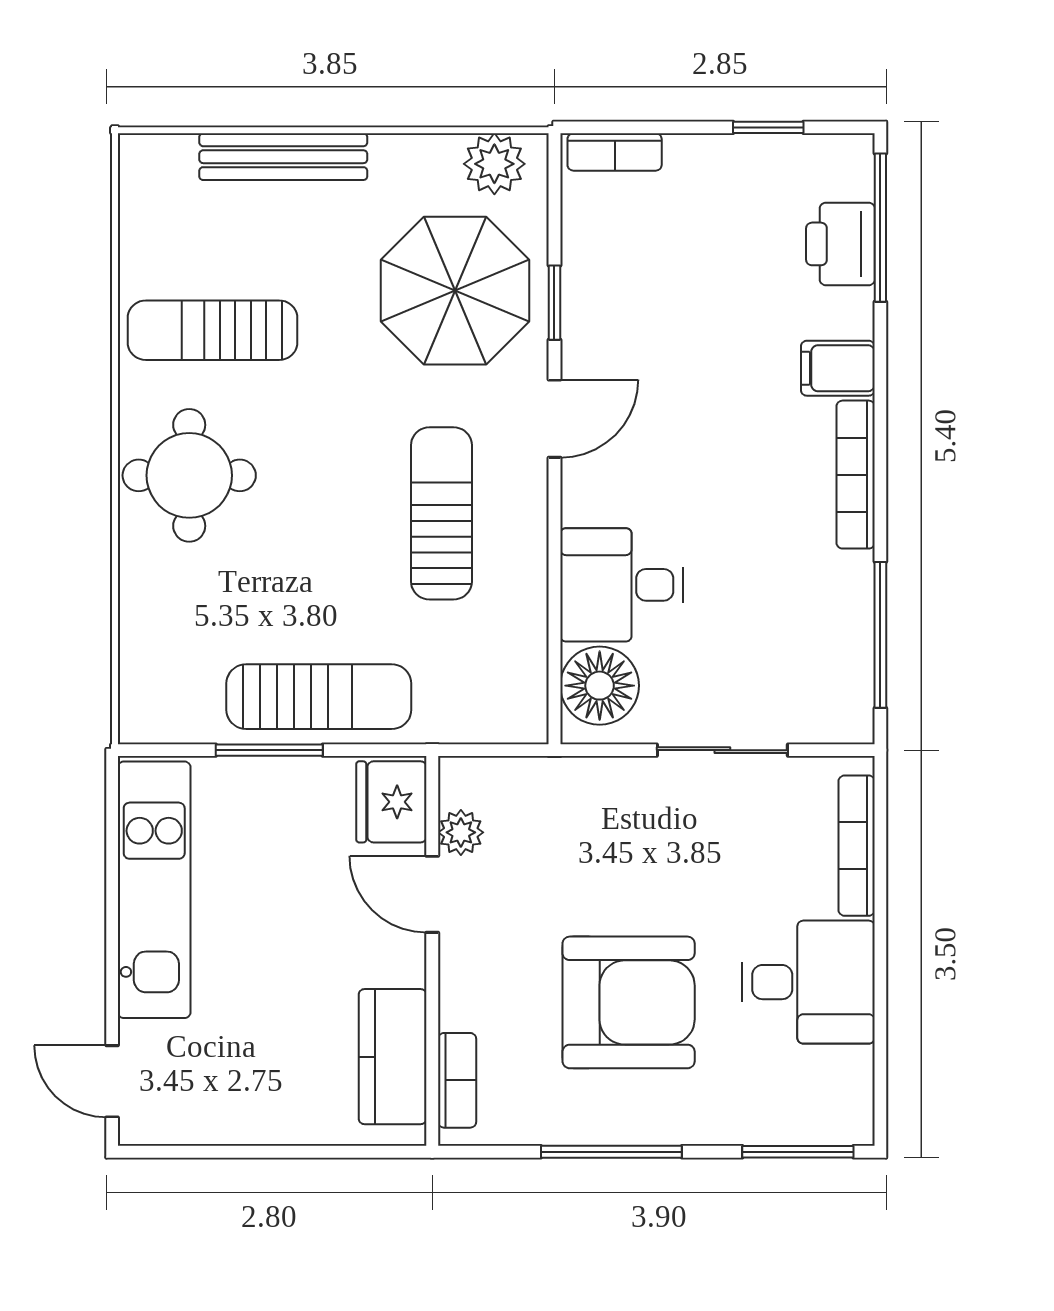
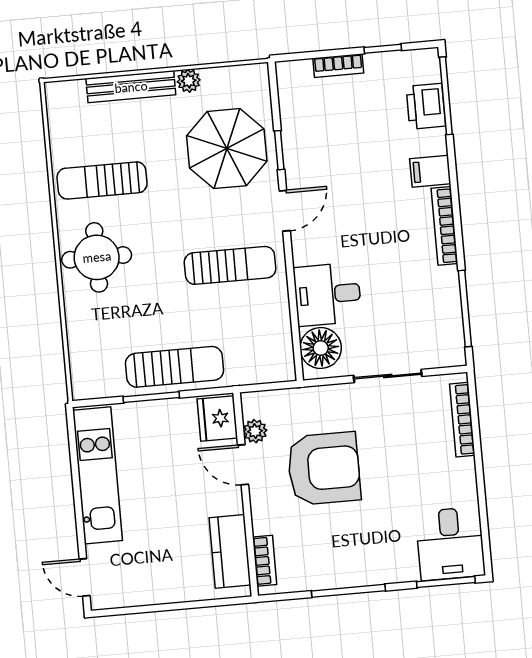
bookcase: (615, 152) -> (338, 66), moved
plant: (494, 164) -> (189, 81), moved, width x0.73, depth x0.73
sun lounger: (441, 513) -> (230, 265), turned 90
desk: (808, 982) -> (450, 544), moved, turned 90
armchair: (629, 1002) -> (324, 469), moved

